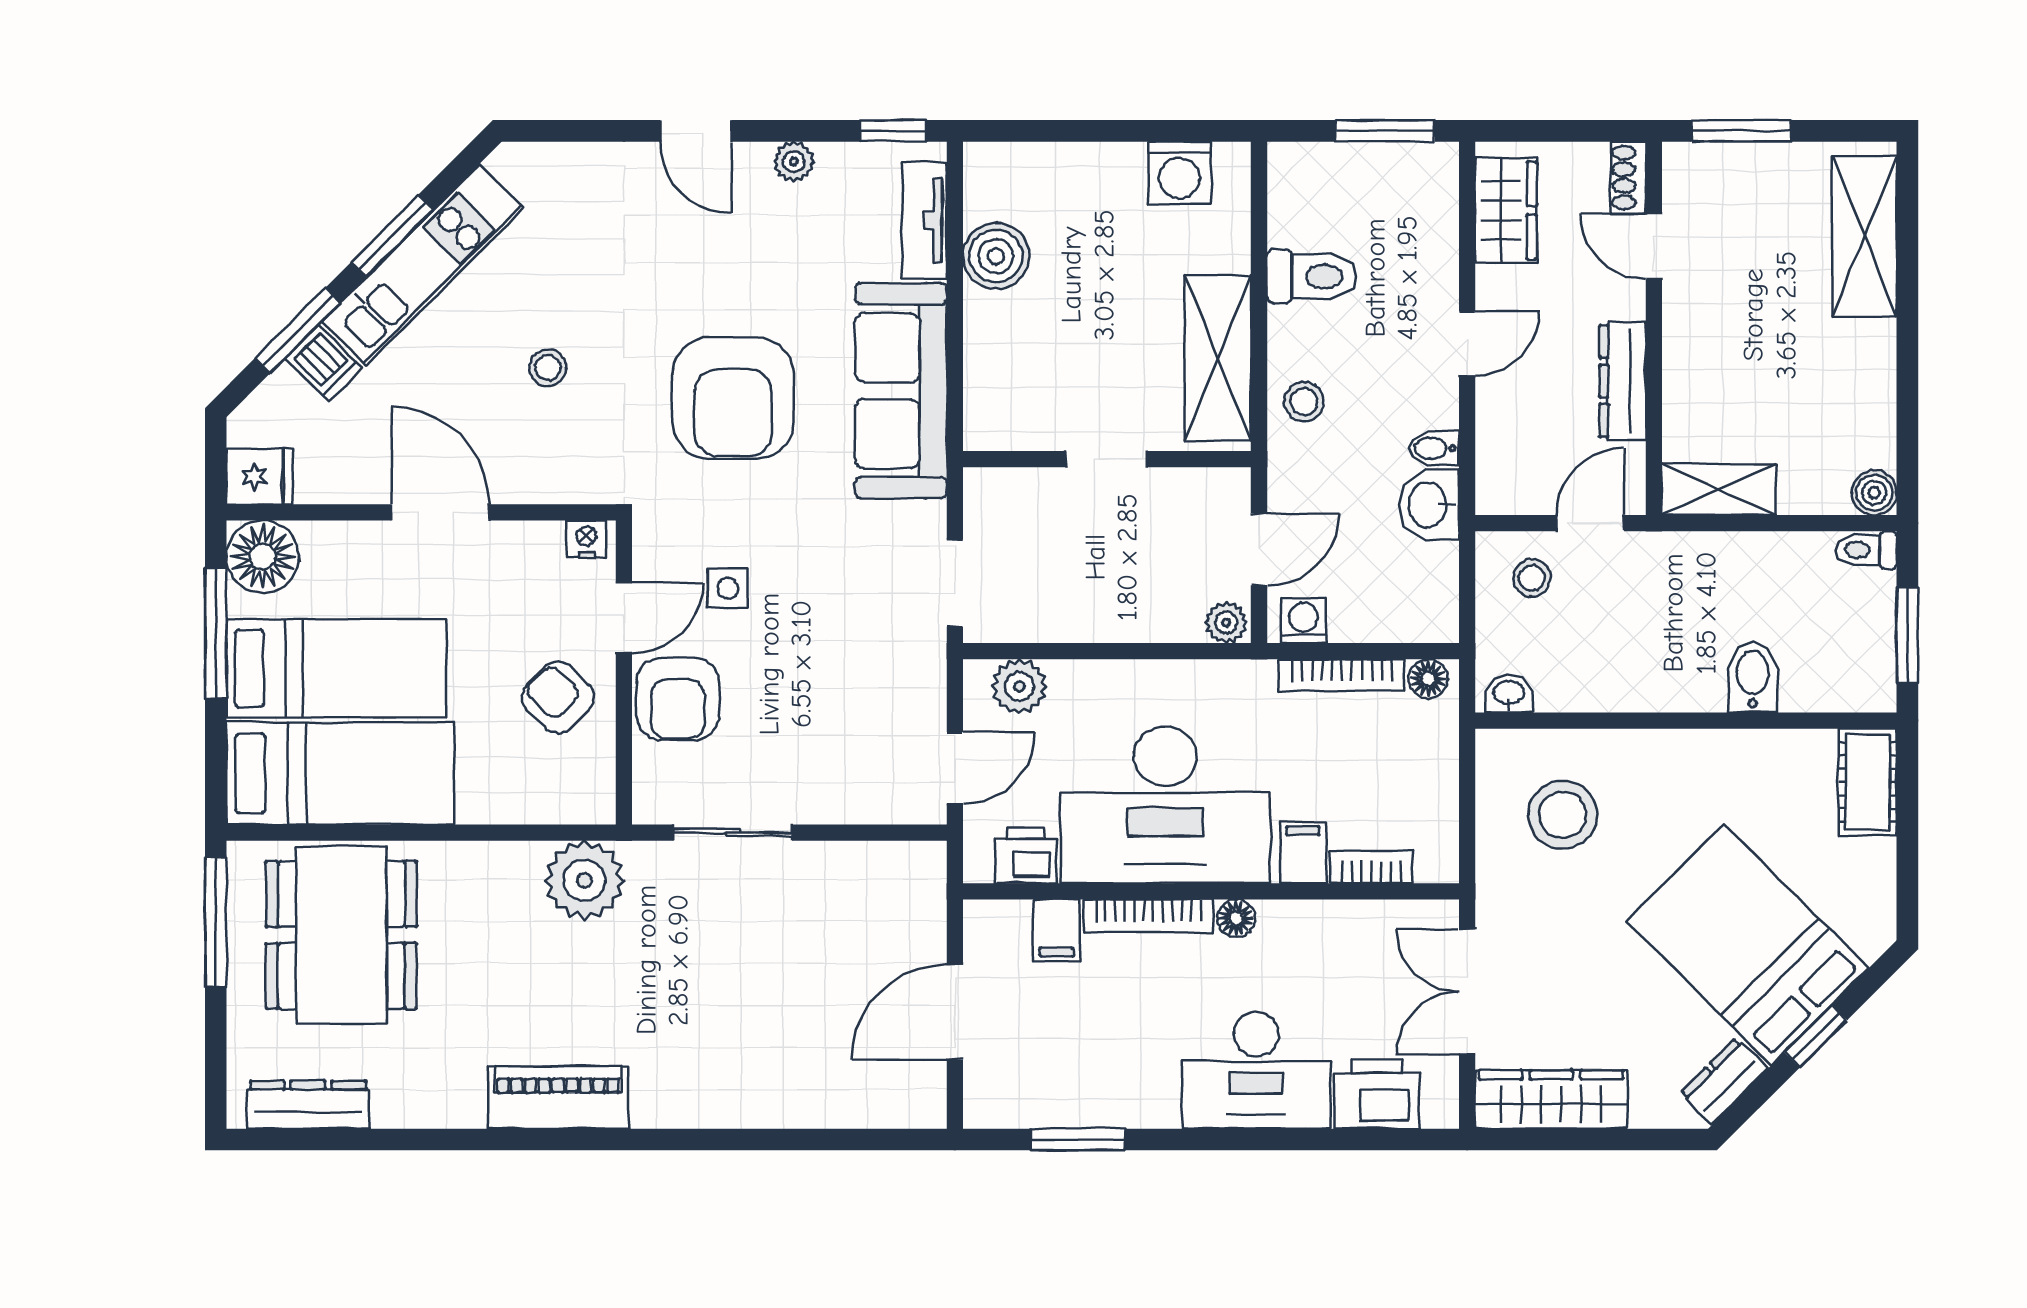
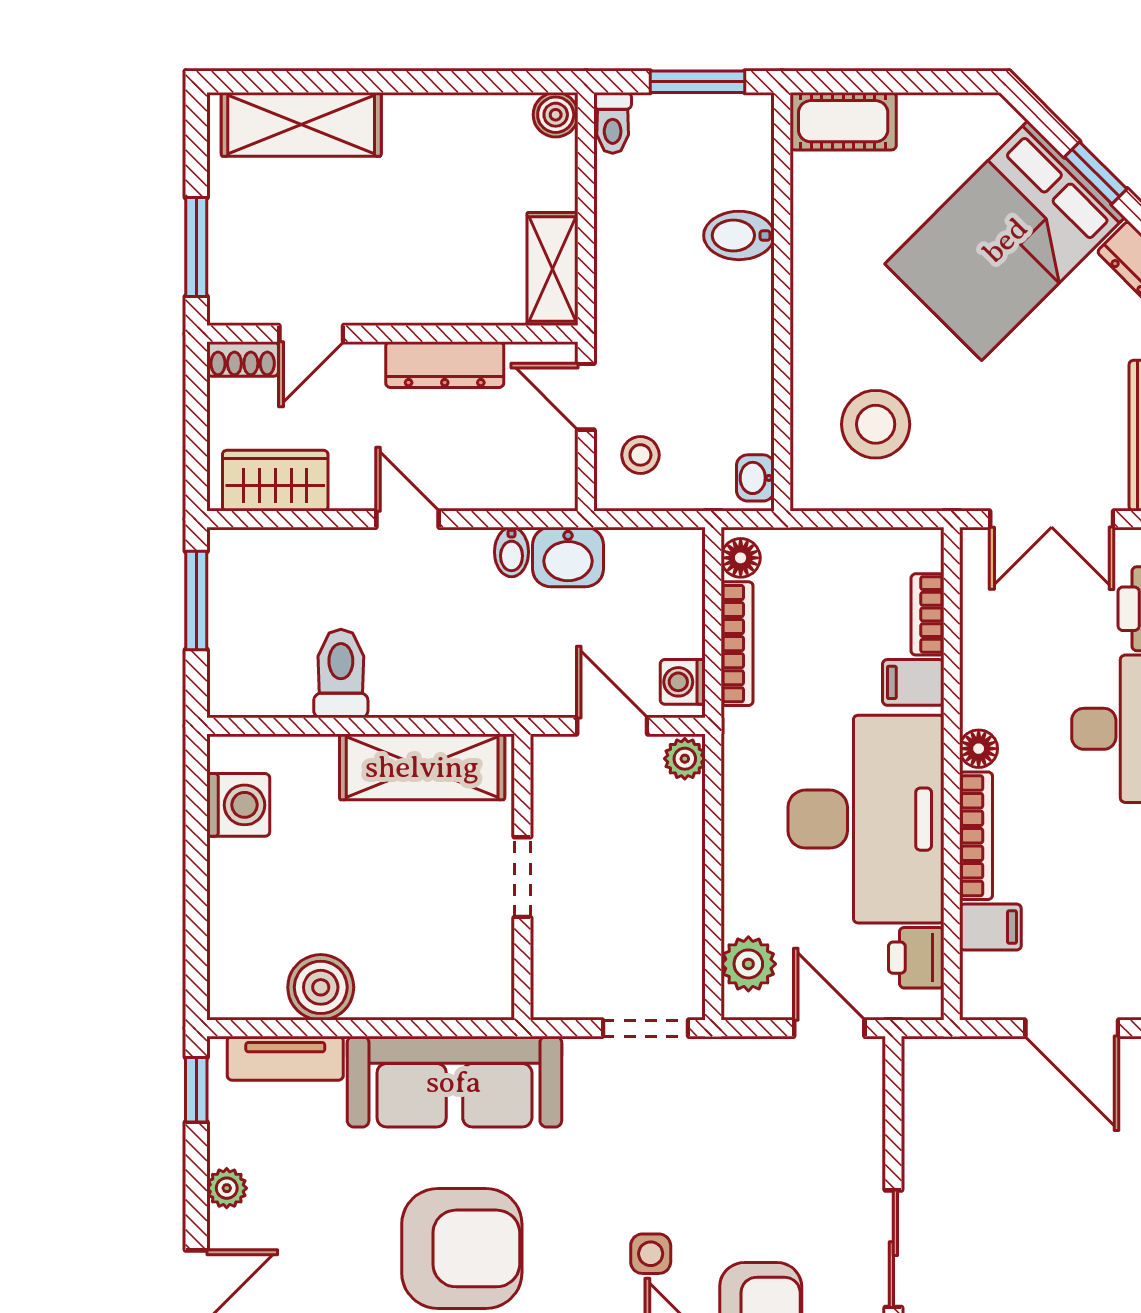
stool: (1304, 402) -> (465, 681), removed

